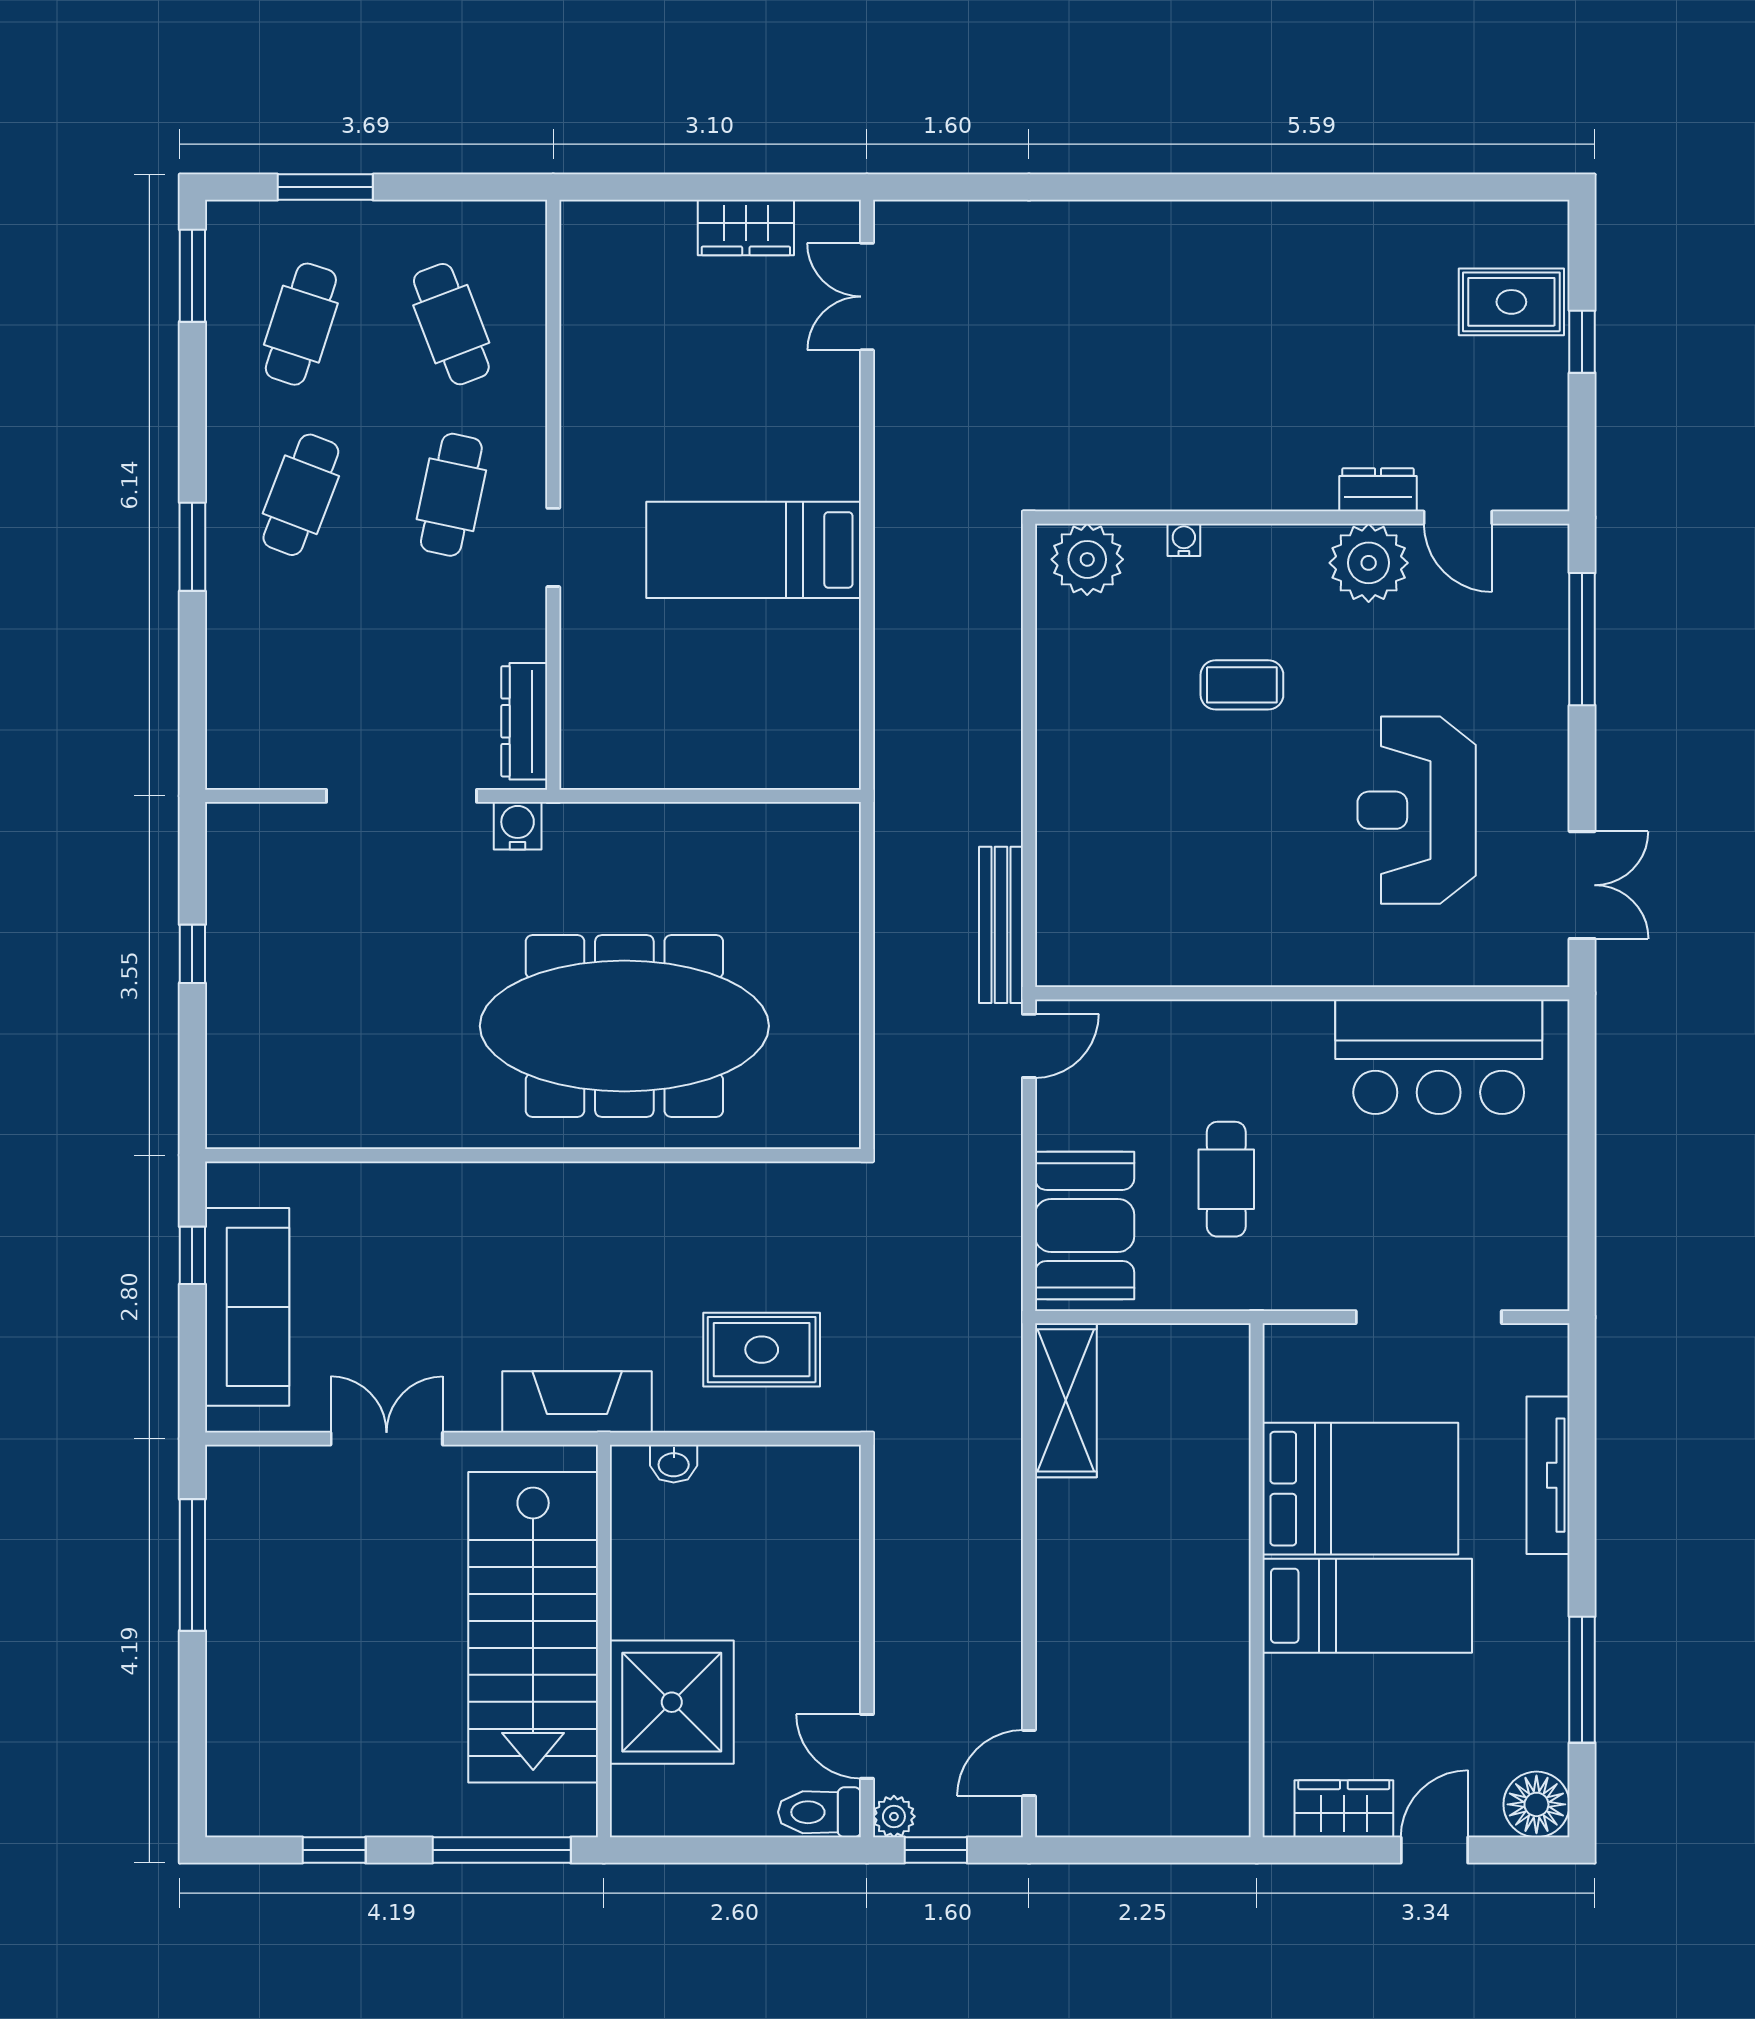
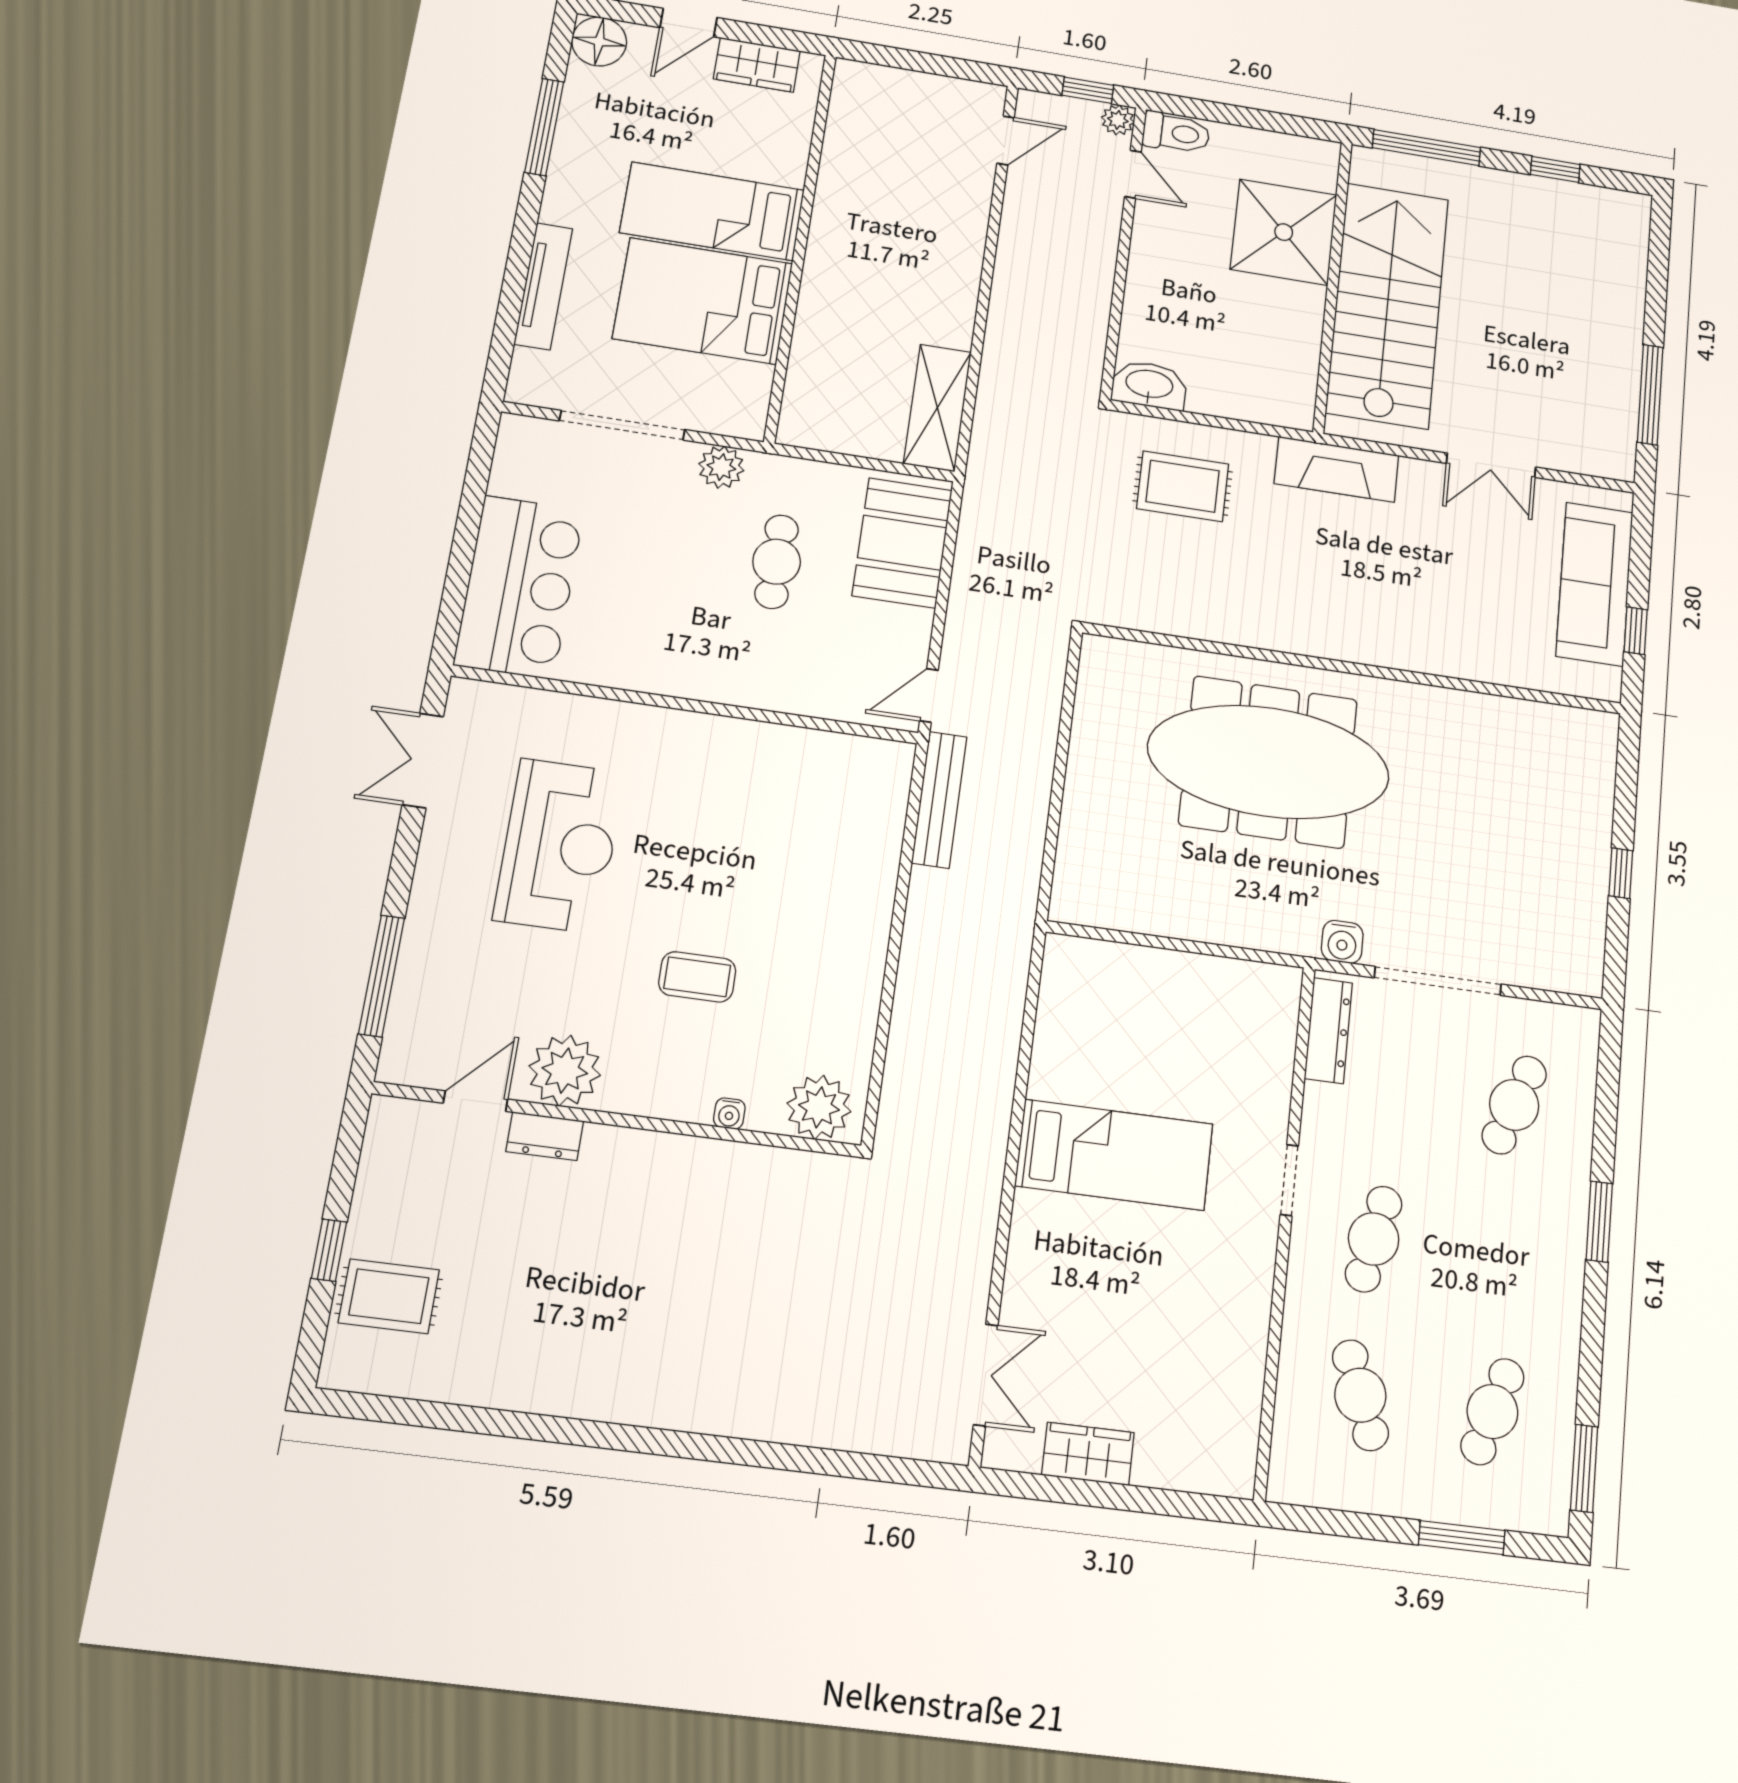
cafe table: (301, 495) -> (1514, 1105), moved
door: (1458, 518) -> (476, 1101), hinge flipped
bar counter: (1439, 1057) -> (519, 587), moved, turned 90
plant: (1307, 1284) -> (721, 467), added
washbasin: (674, 1464) -> (1149, 385), moved, width x1.91, depth x1.45

